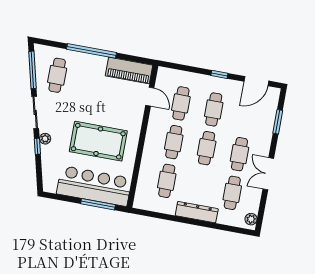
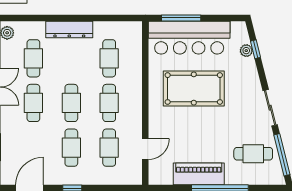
piano: (129, 70) -> (199, 174), moved
cafe table: (57, 75) -> (253, 154), turned 90
door: (150, 97) -> (145, 149), swing flipped
plant: (45, 139) -> (246, 51), moved
window: (37, 146) -> (256, 49), moved

